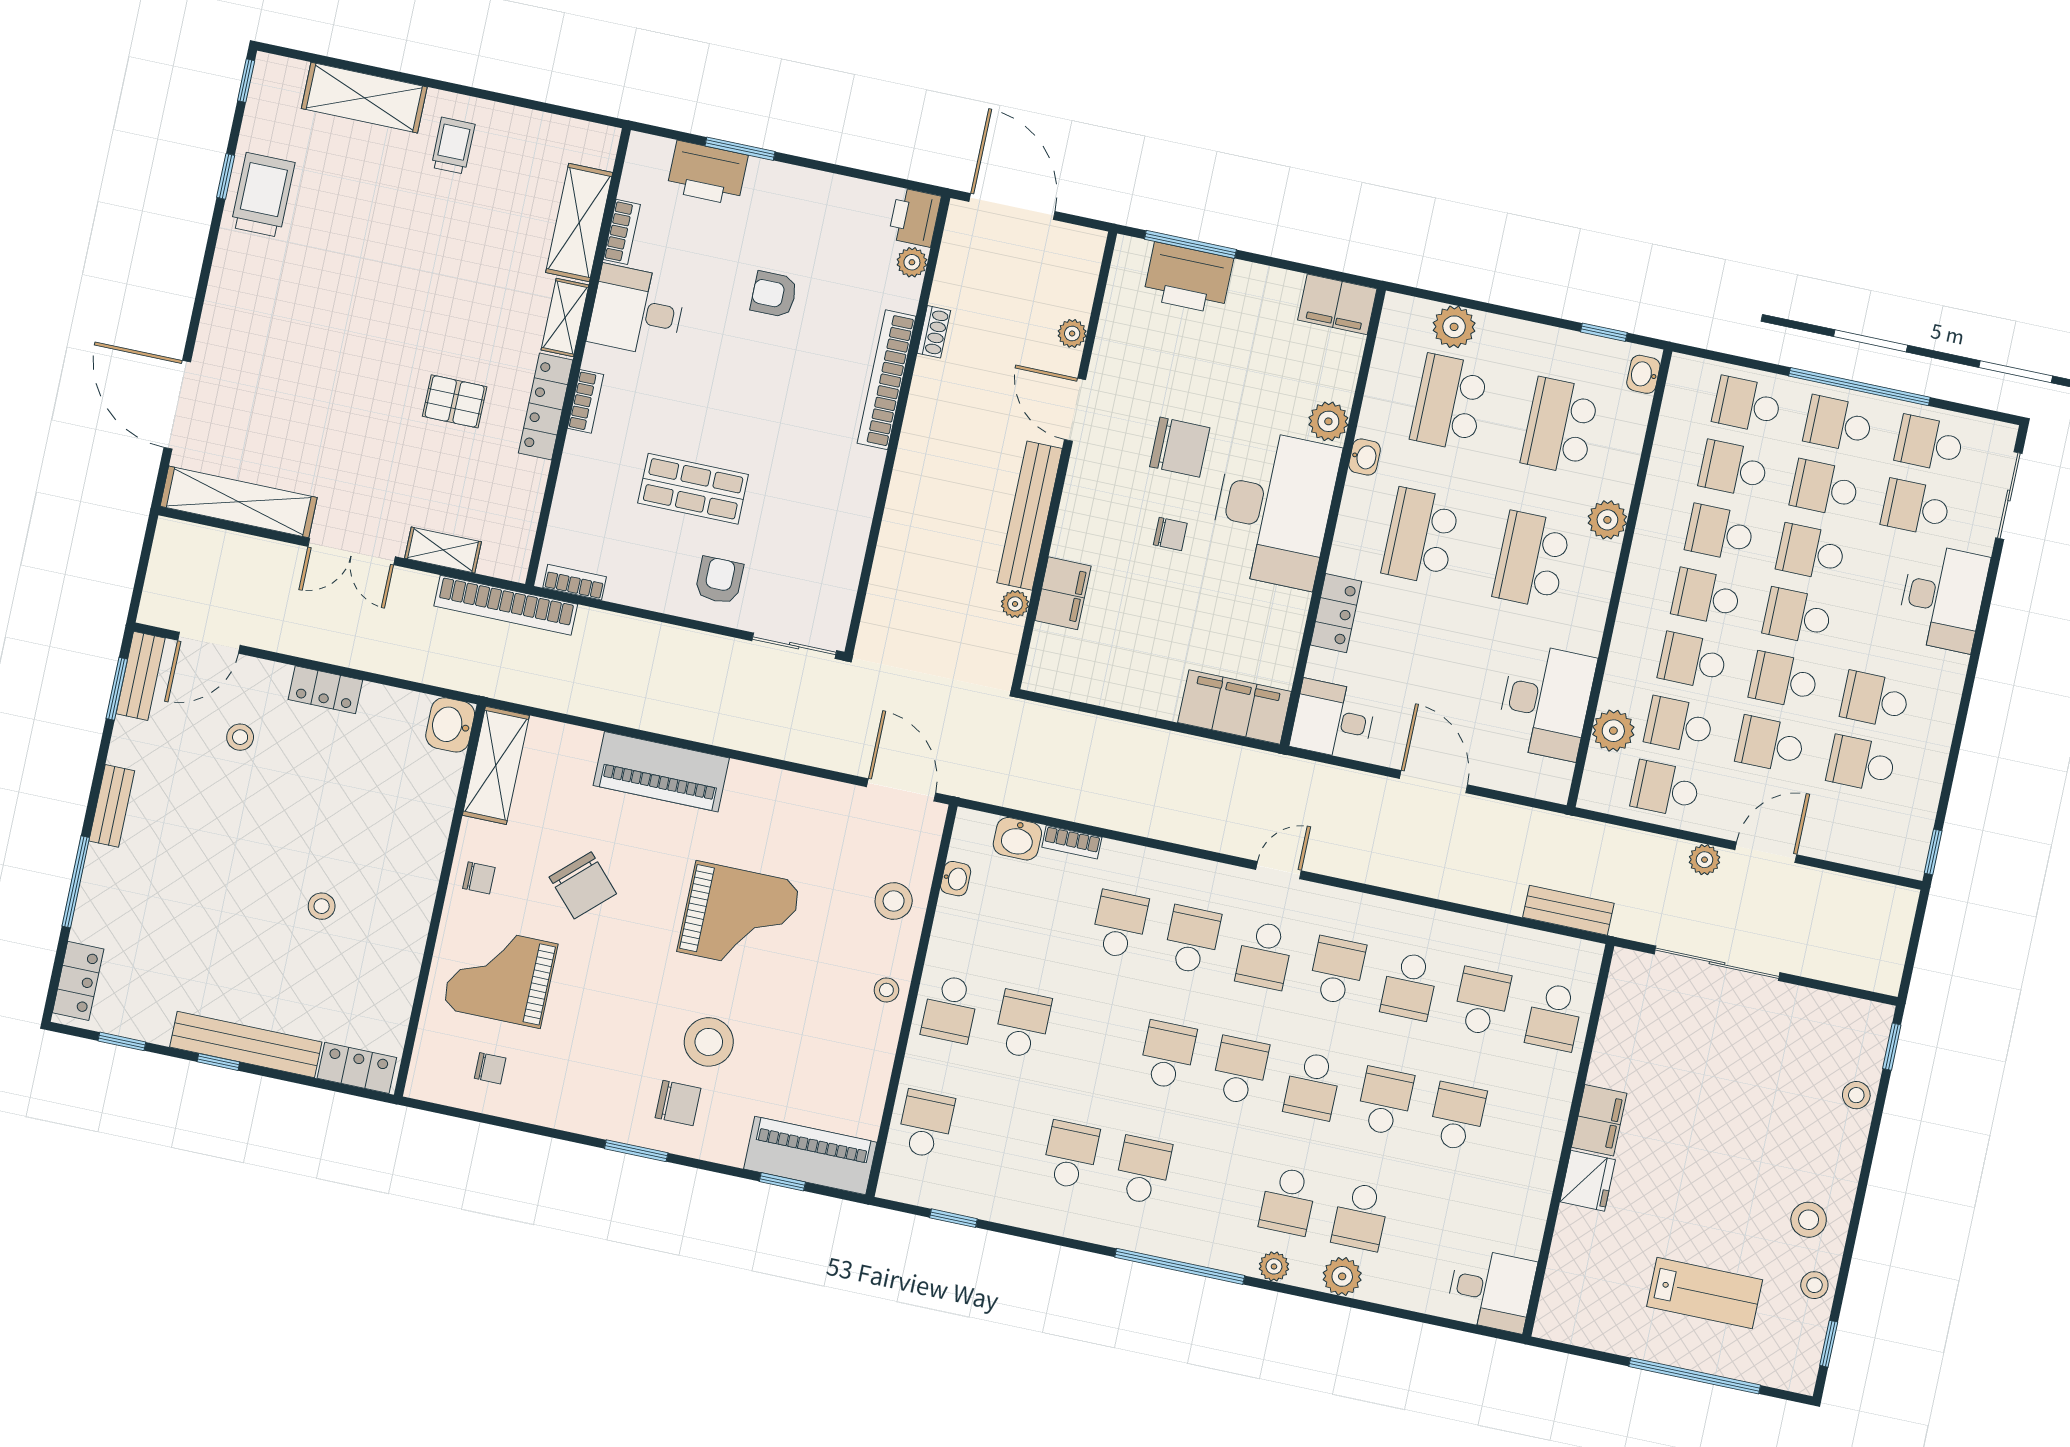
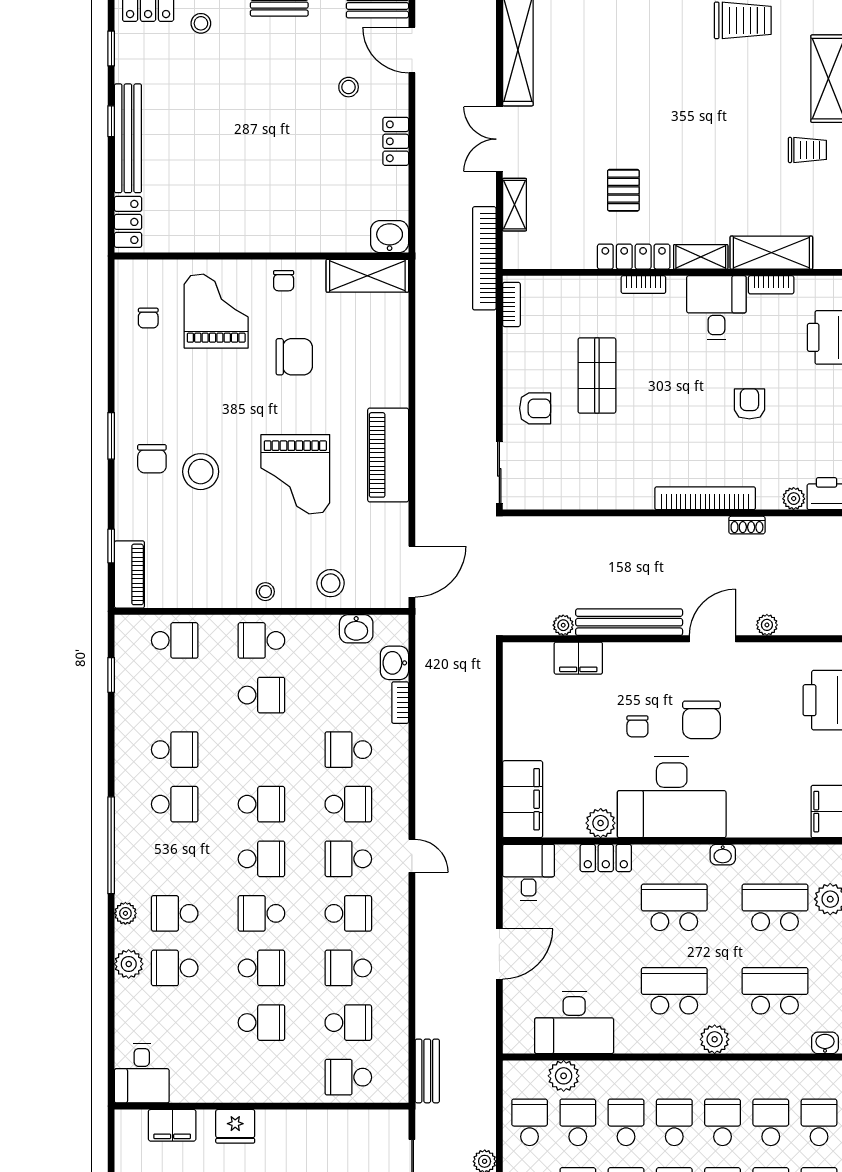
plant: (1328, 421) -> (601, 823), moved
piano: (661, 772) -> (388, 455), moved
washbasin: (956, 879) -> (356, 629), width x1.38, depth x1.45
chair: (583, 885) -> (294, 357), turned -137
stool: (322, 906) -> (201, 23), moved
school desk: (1120, 924) -> (348, 750), turned 180
filing cabinet: (1599, 1120) -> (172, 1125), moved
piano: (810, 1156) -> (129, 574), width x0.73, depth x0.75

